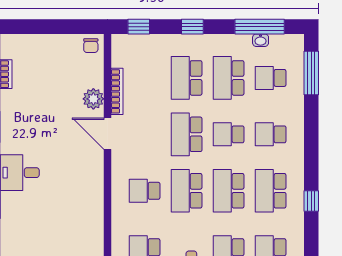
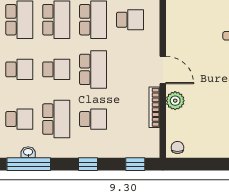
school desk: (187, 78) -> (93, 119), width x0.54

